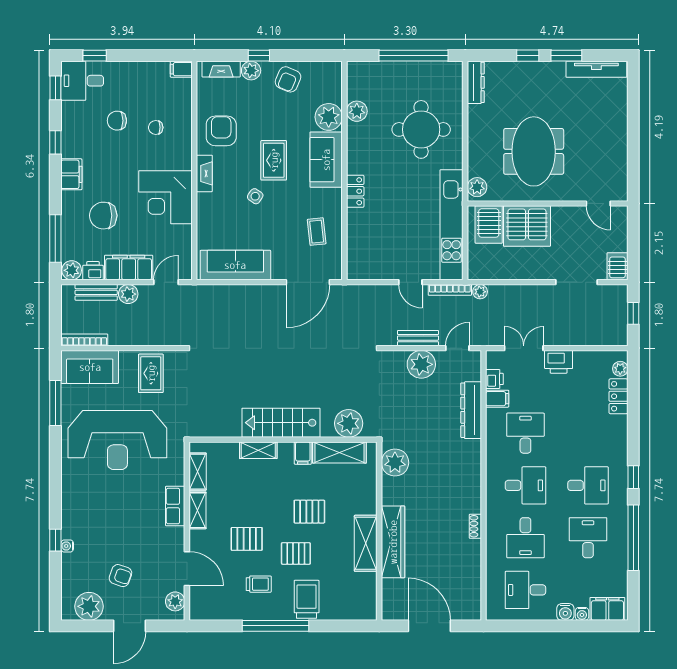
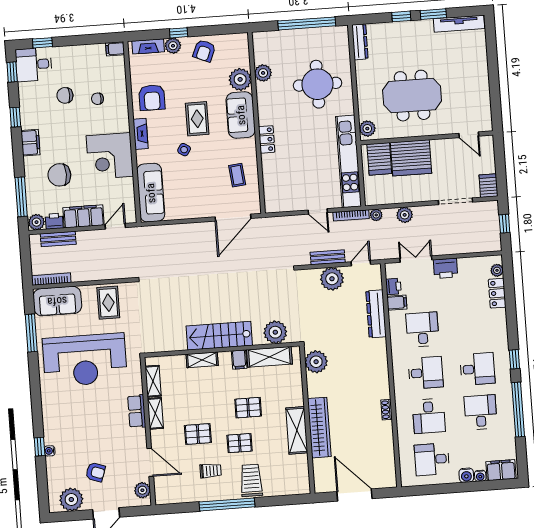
armchair: (221, 131) -> (152, 98), turned 180
meeting table: (534, 151) -> (412, 96), turned 90
sofa: (235, 265) -> (151, 193), moved, turned 90
plant: (128, 294) -> (405, 215), moved

